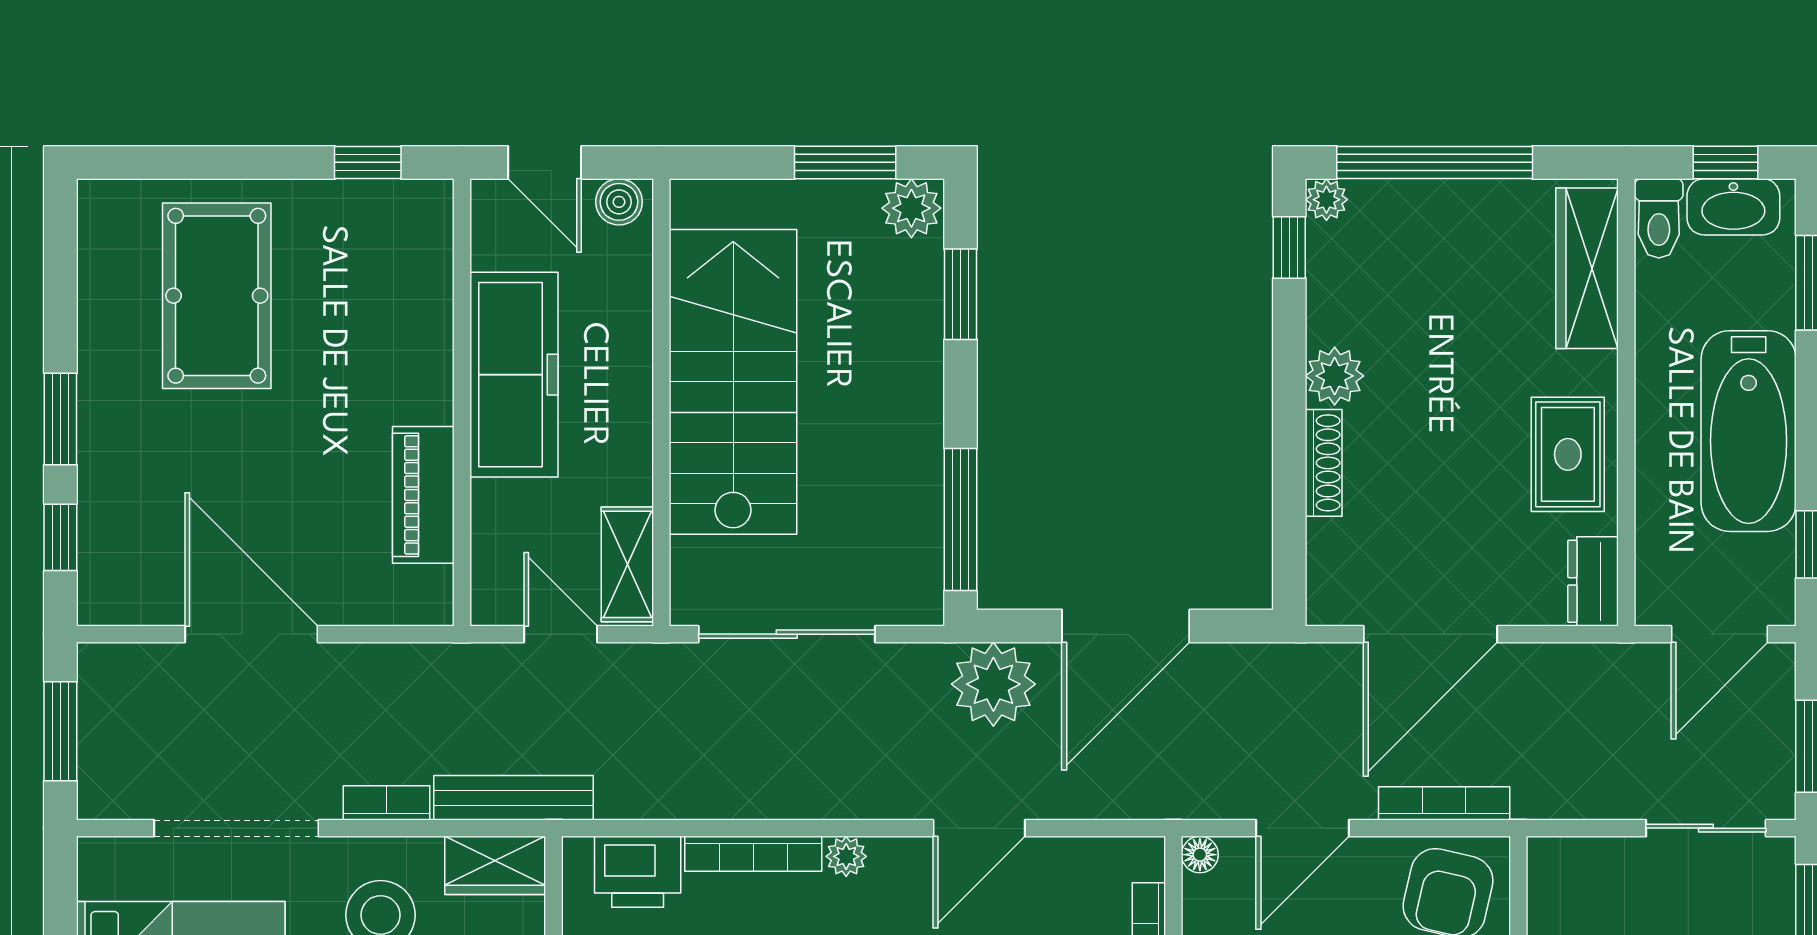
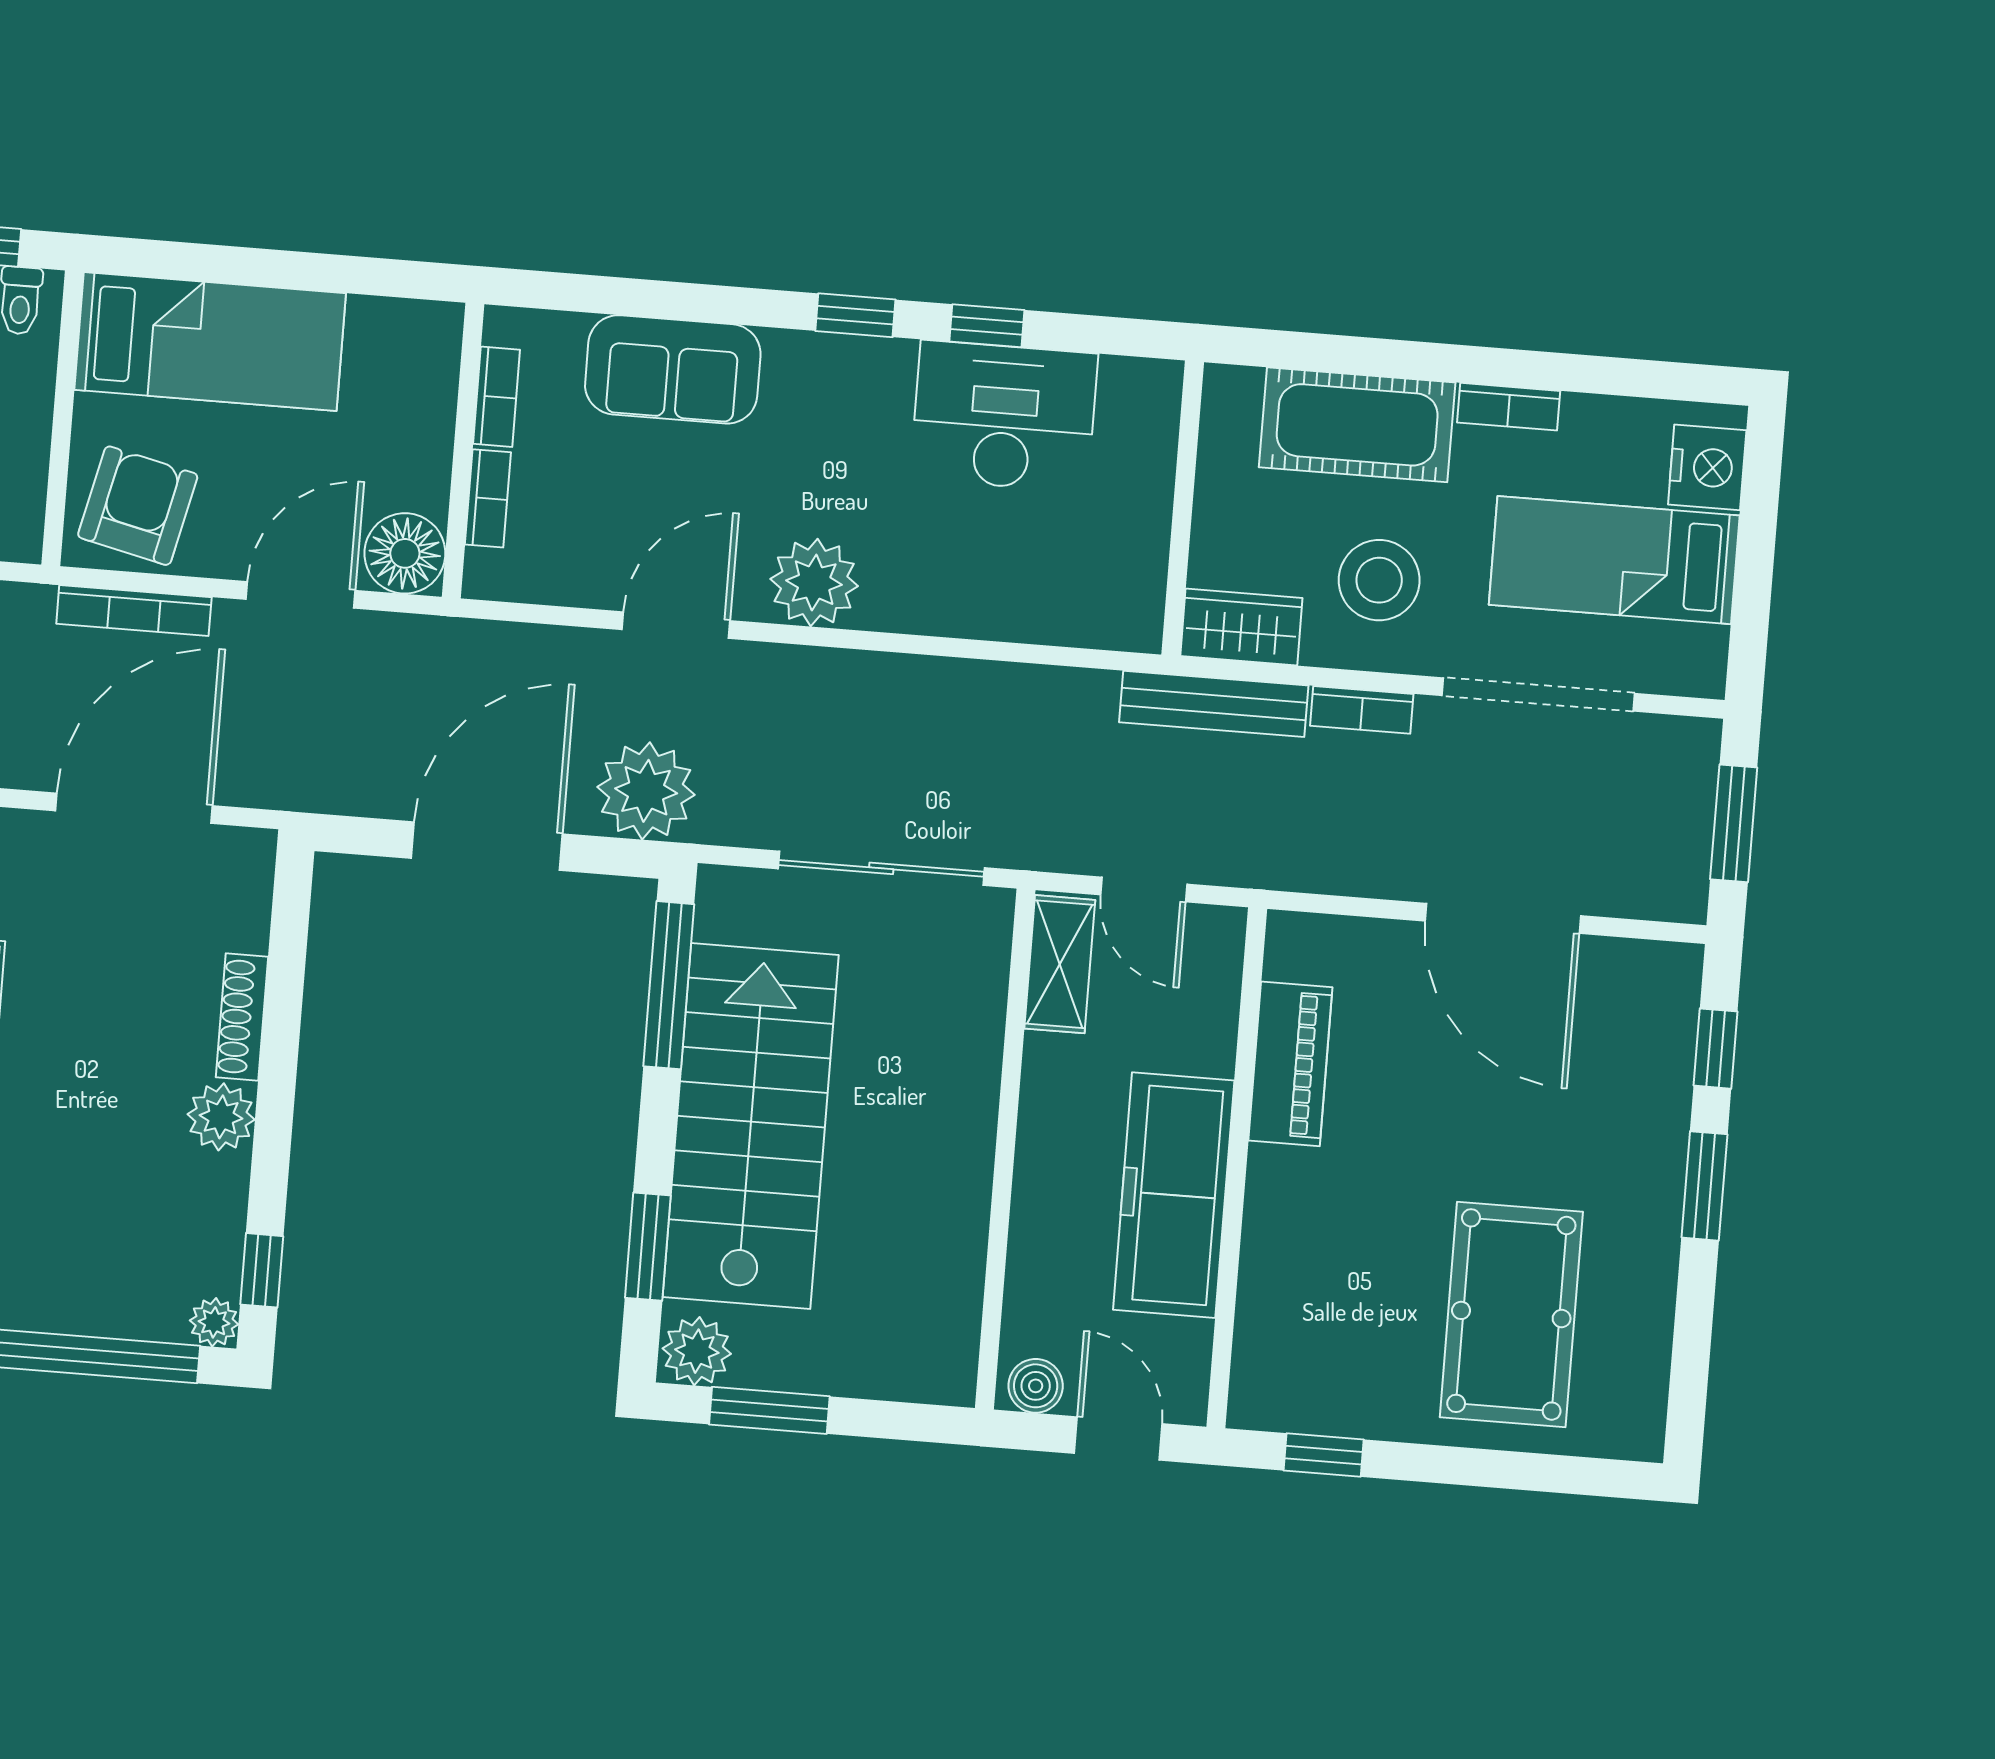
stairs: (733, 382) -> (751, 1126), moved, turned 180
bookcase: (753, 854) -> (941, 616), removed
floor lamp: (1200, 855) -> (405, 553), width x1.89, depth x1.89
plant: (846, 856) -> (814, 583), width x1.88, depth x1.88
printer: (638, 872) -> (1077, 606), removed

